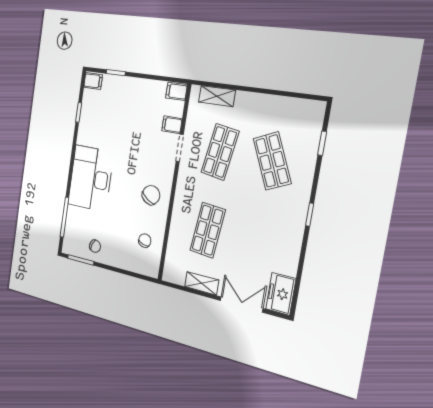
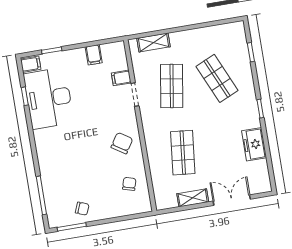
filing cabinet: (176, 91) -> (94, 55), moved, turned -90
desk: (91, 178) -> (49, 98), moved
freezer: (281, 294) -> (254, 144), moved

